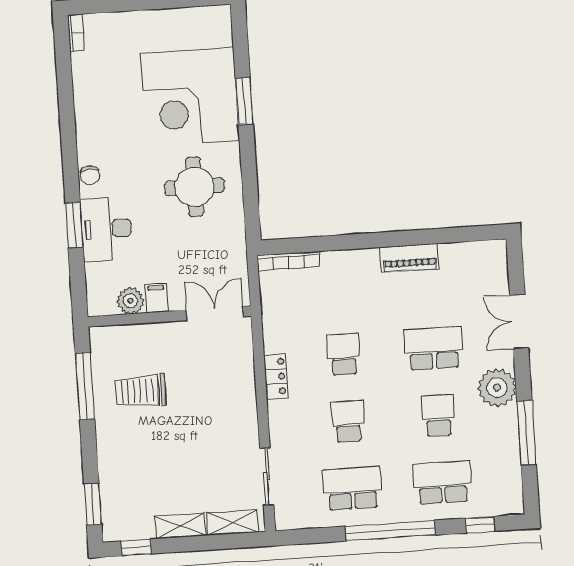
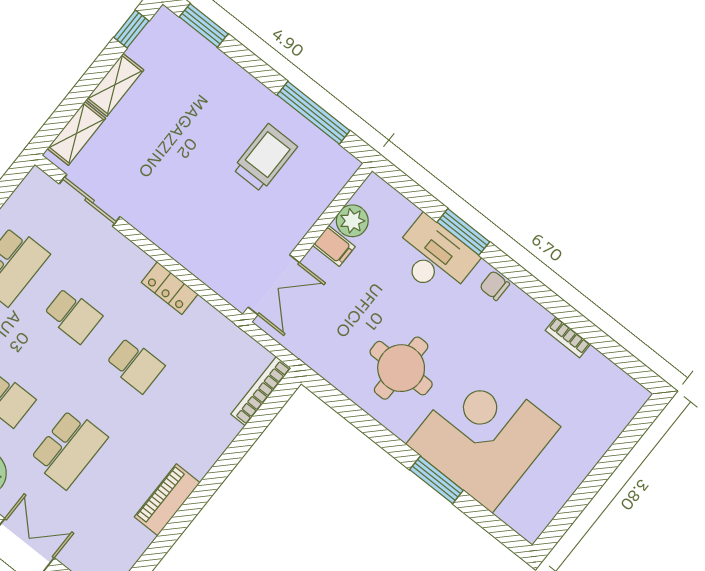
bookcase: (76, 33) -> (568, 337), moved

